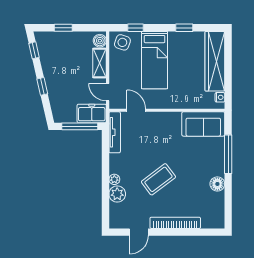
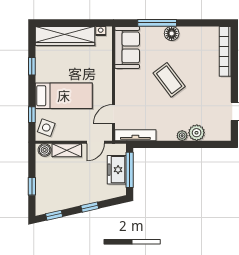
freezer: (92, 113) -> (117, 170), moved
coffee table: (158, 179) -> (169, 80), moved
floor lamp: (217, 184) -> (172, 33), moved
bookcase: (175, 223) -> (225, 51), moved

